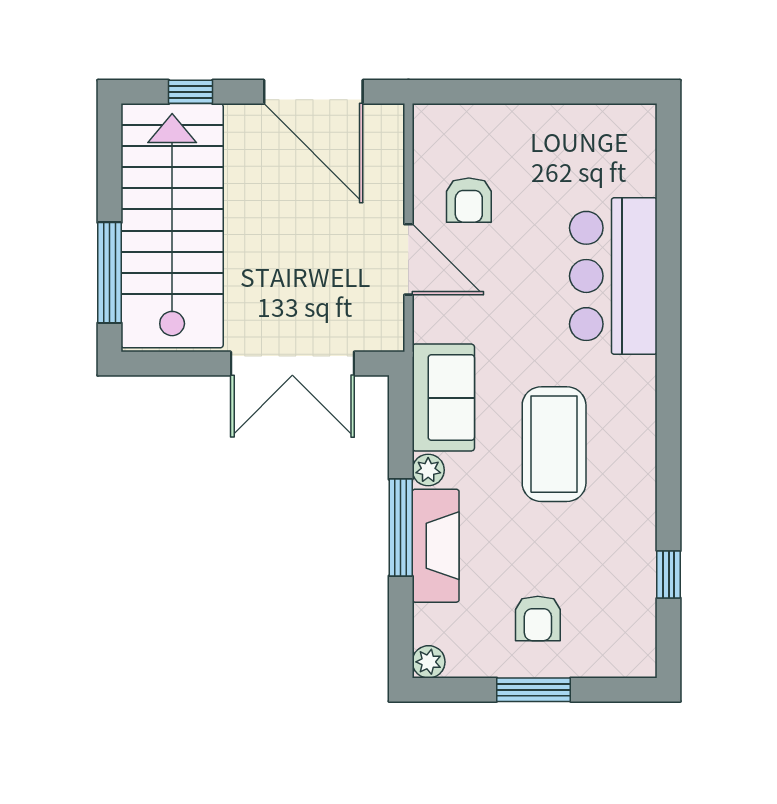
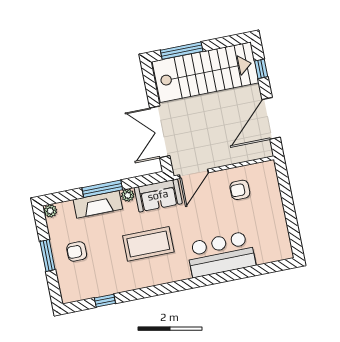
door: (408, 259) -> (194, 174), moved

